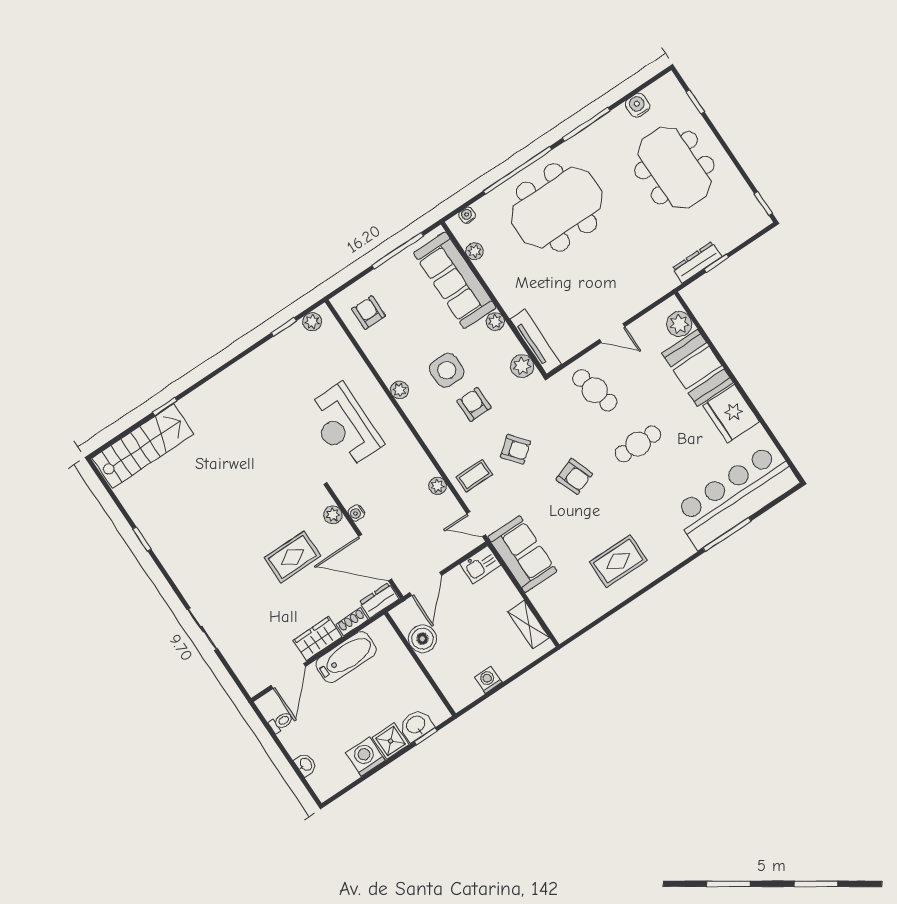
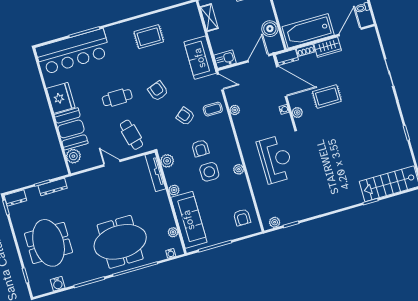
dresser: (753, 224) -> (15, 198), added
bathtub: (346, 657) -> (308, 31), width x1.36, depth x1.36

